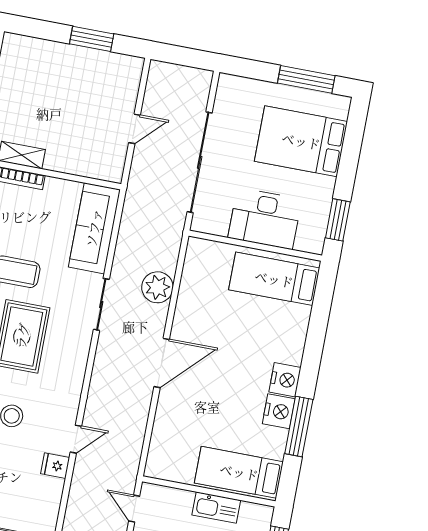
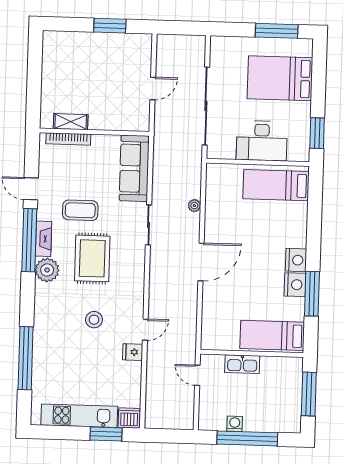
plant: (157, 287) -> (194, 206), width x0.53, depth x0.53
kitchen sink: (216, 508) -> (242, 364), moved

